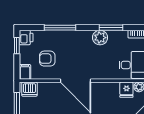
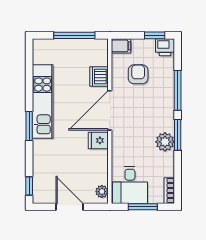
window: (111, 28) -> (178, 135), moved
dishwasher: (29, 89) -> (99, 76), moved
fridge: (126, 90) -> (98, 140), moved

